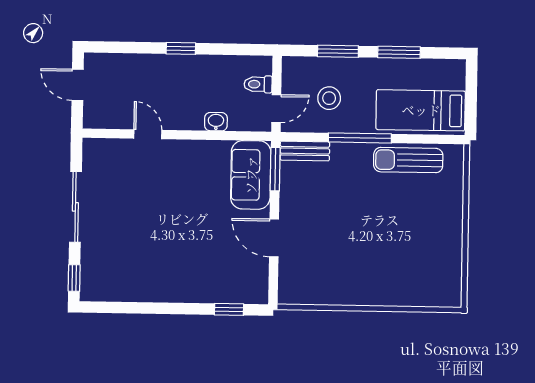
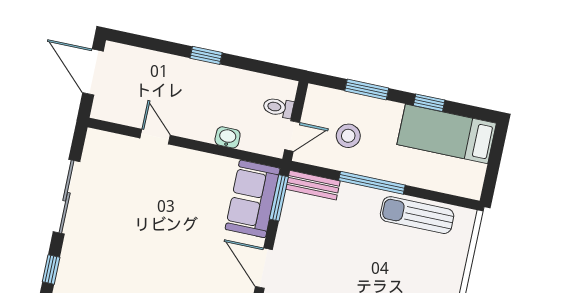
window: (399, 52) -> (429, 103), width x0.67
door: (78, 85) -> (93, 72), width x1.38
bed: (421, 110) -> (447, 134), moved

